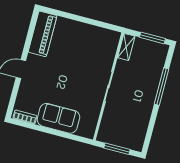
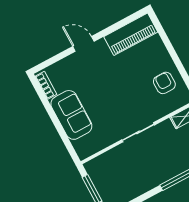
armchair: (93, 41) -> (164, 83), added

